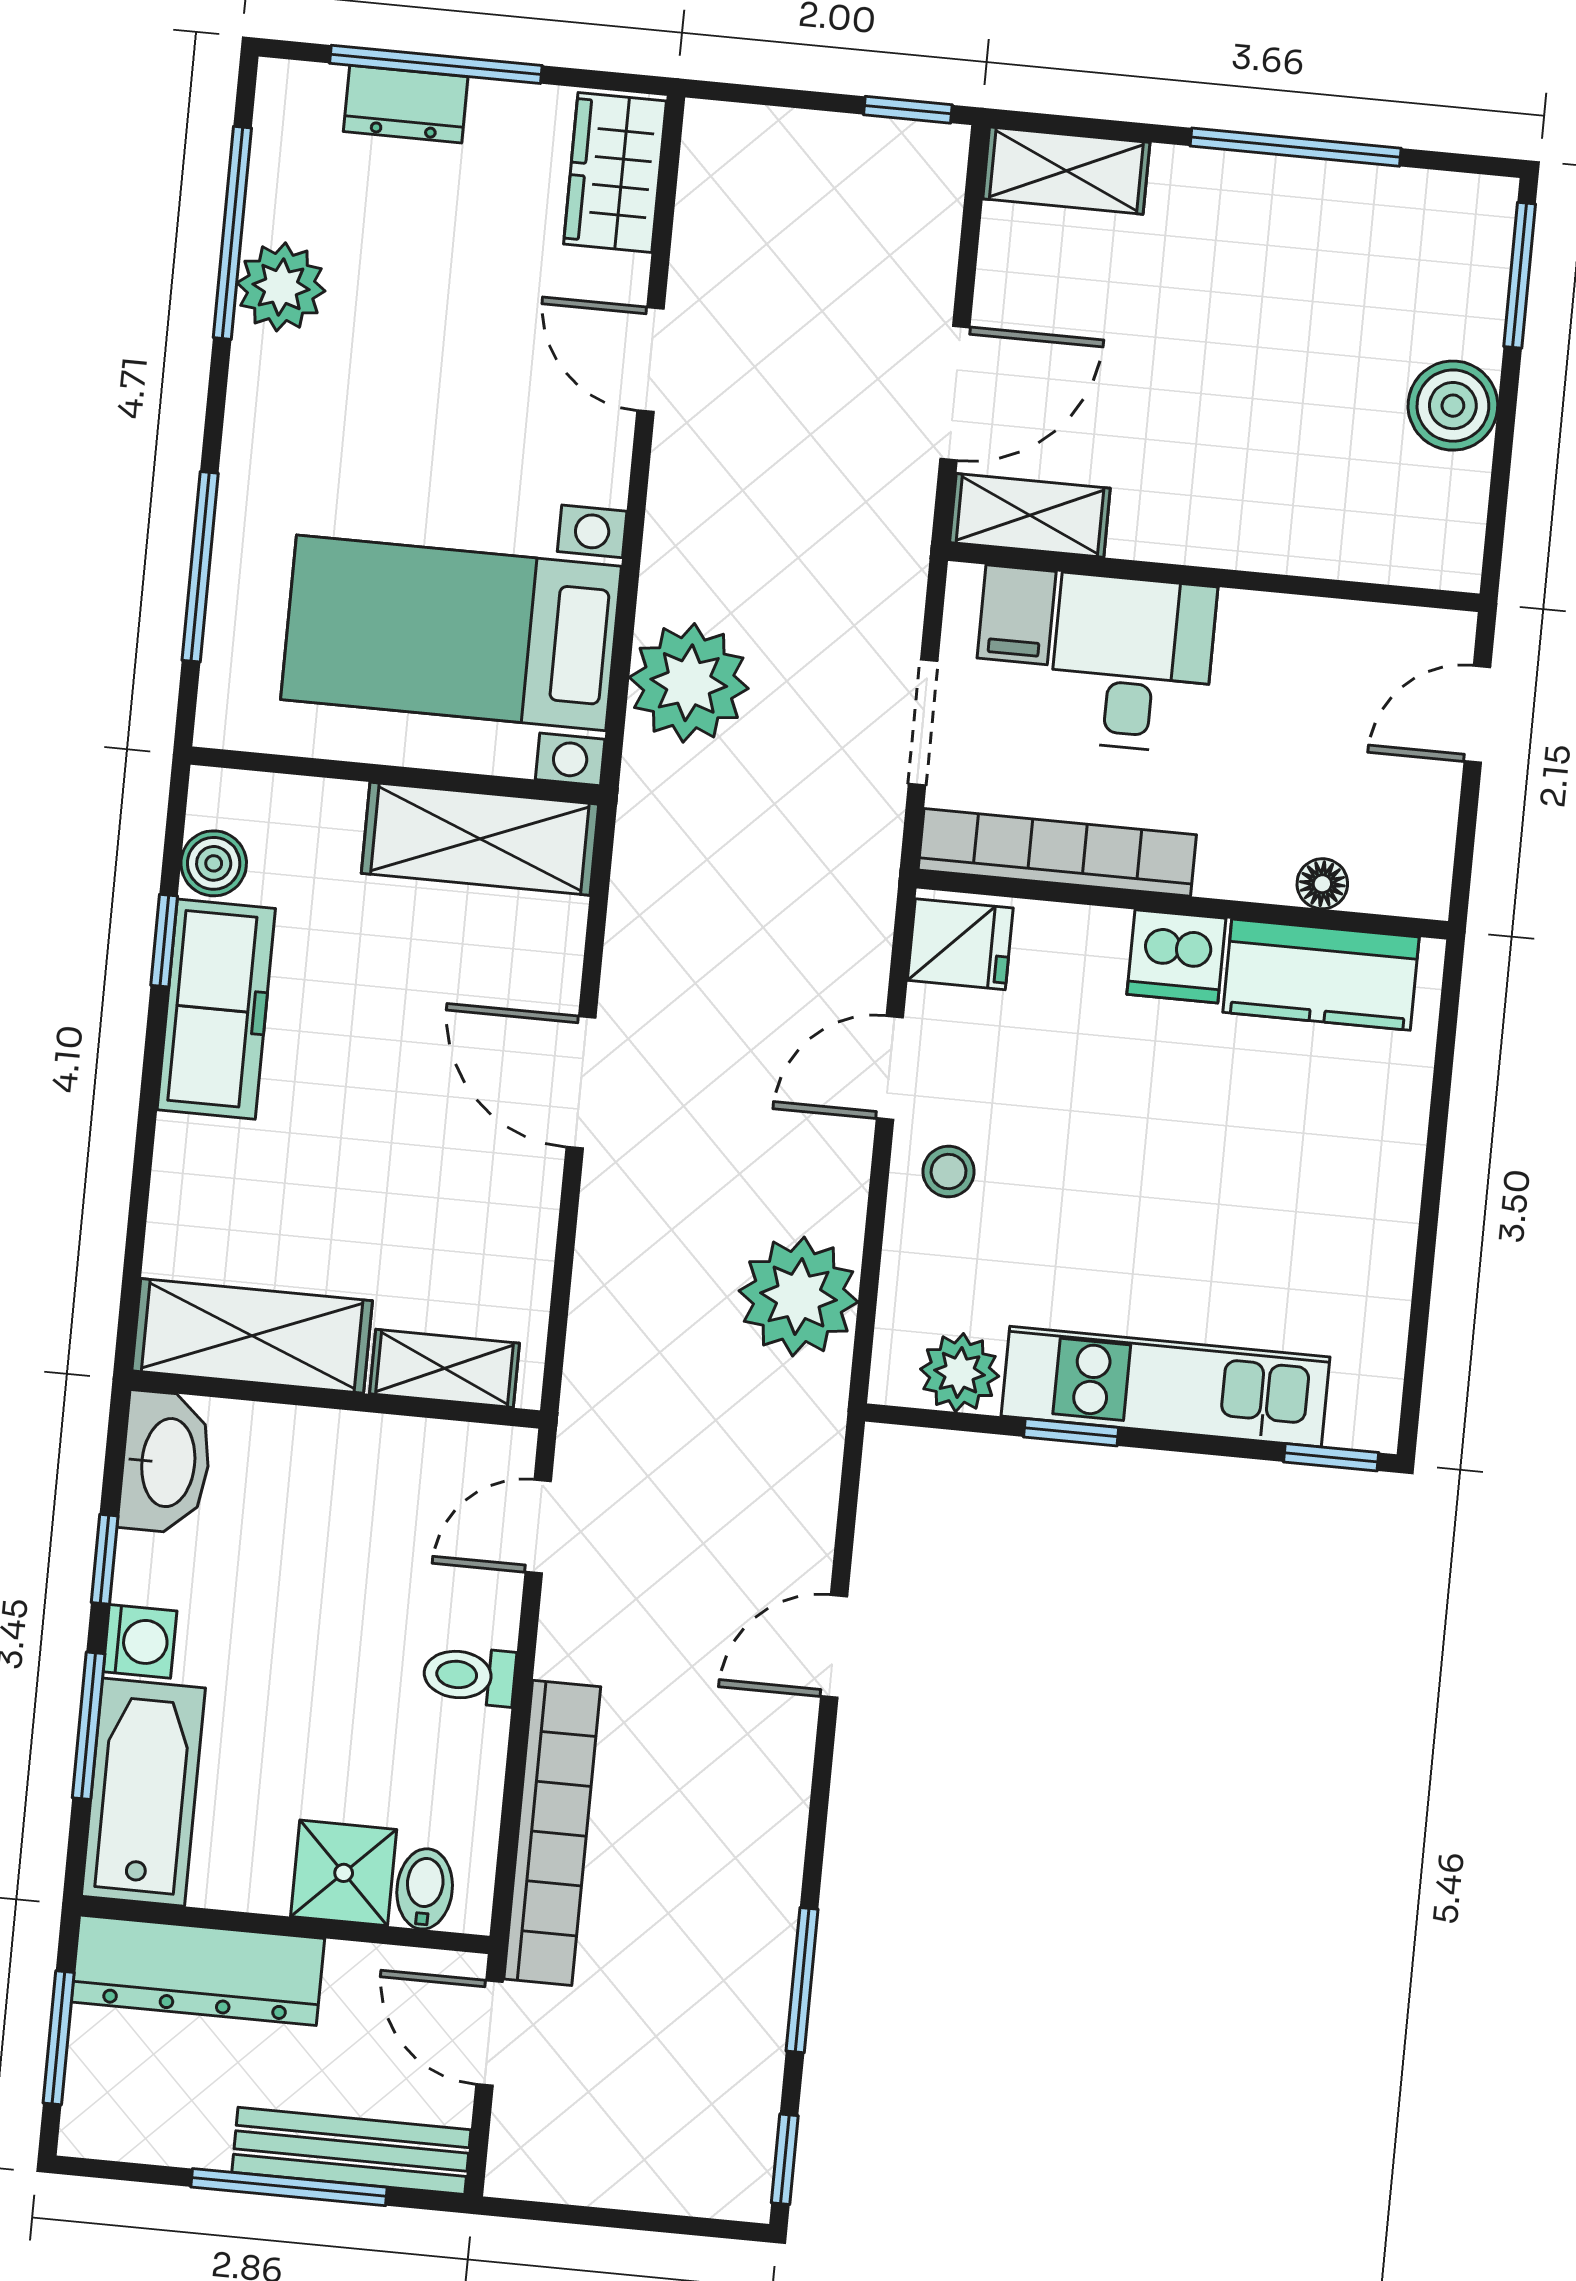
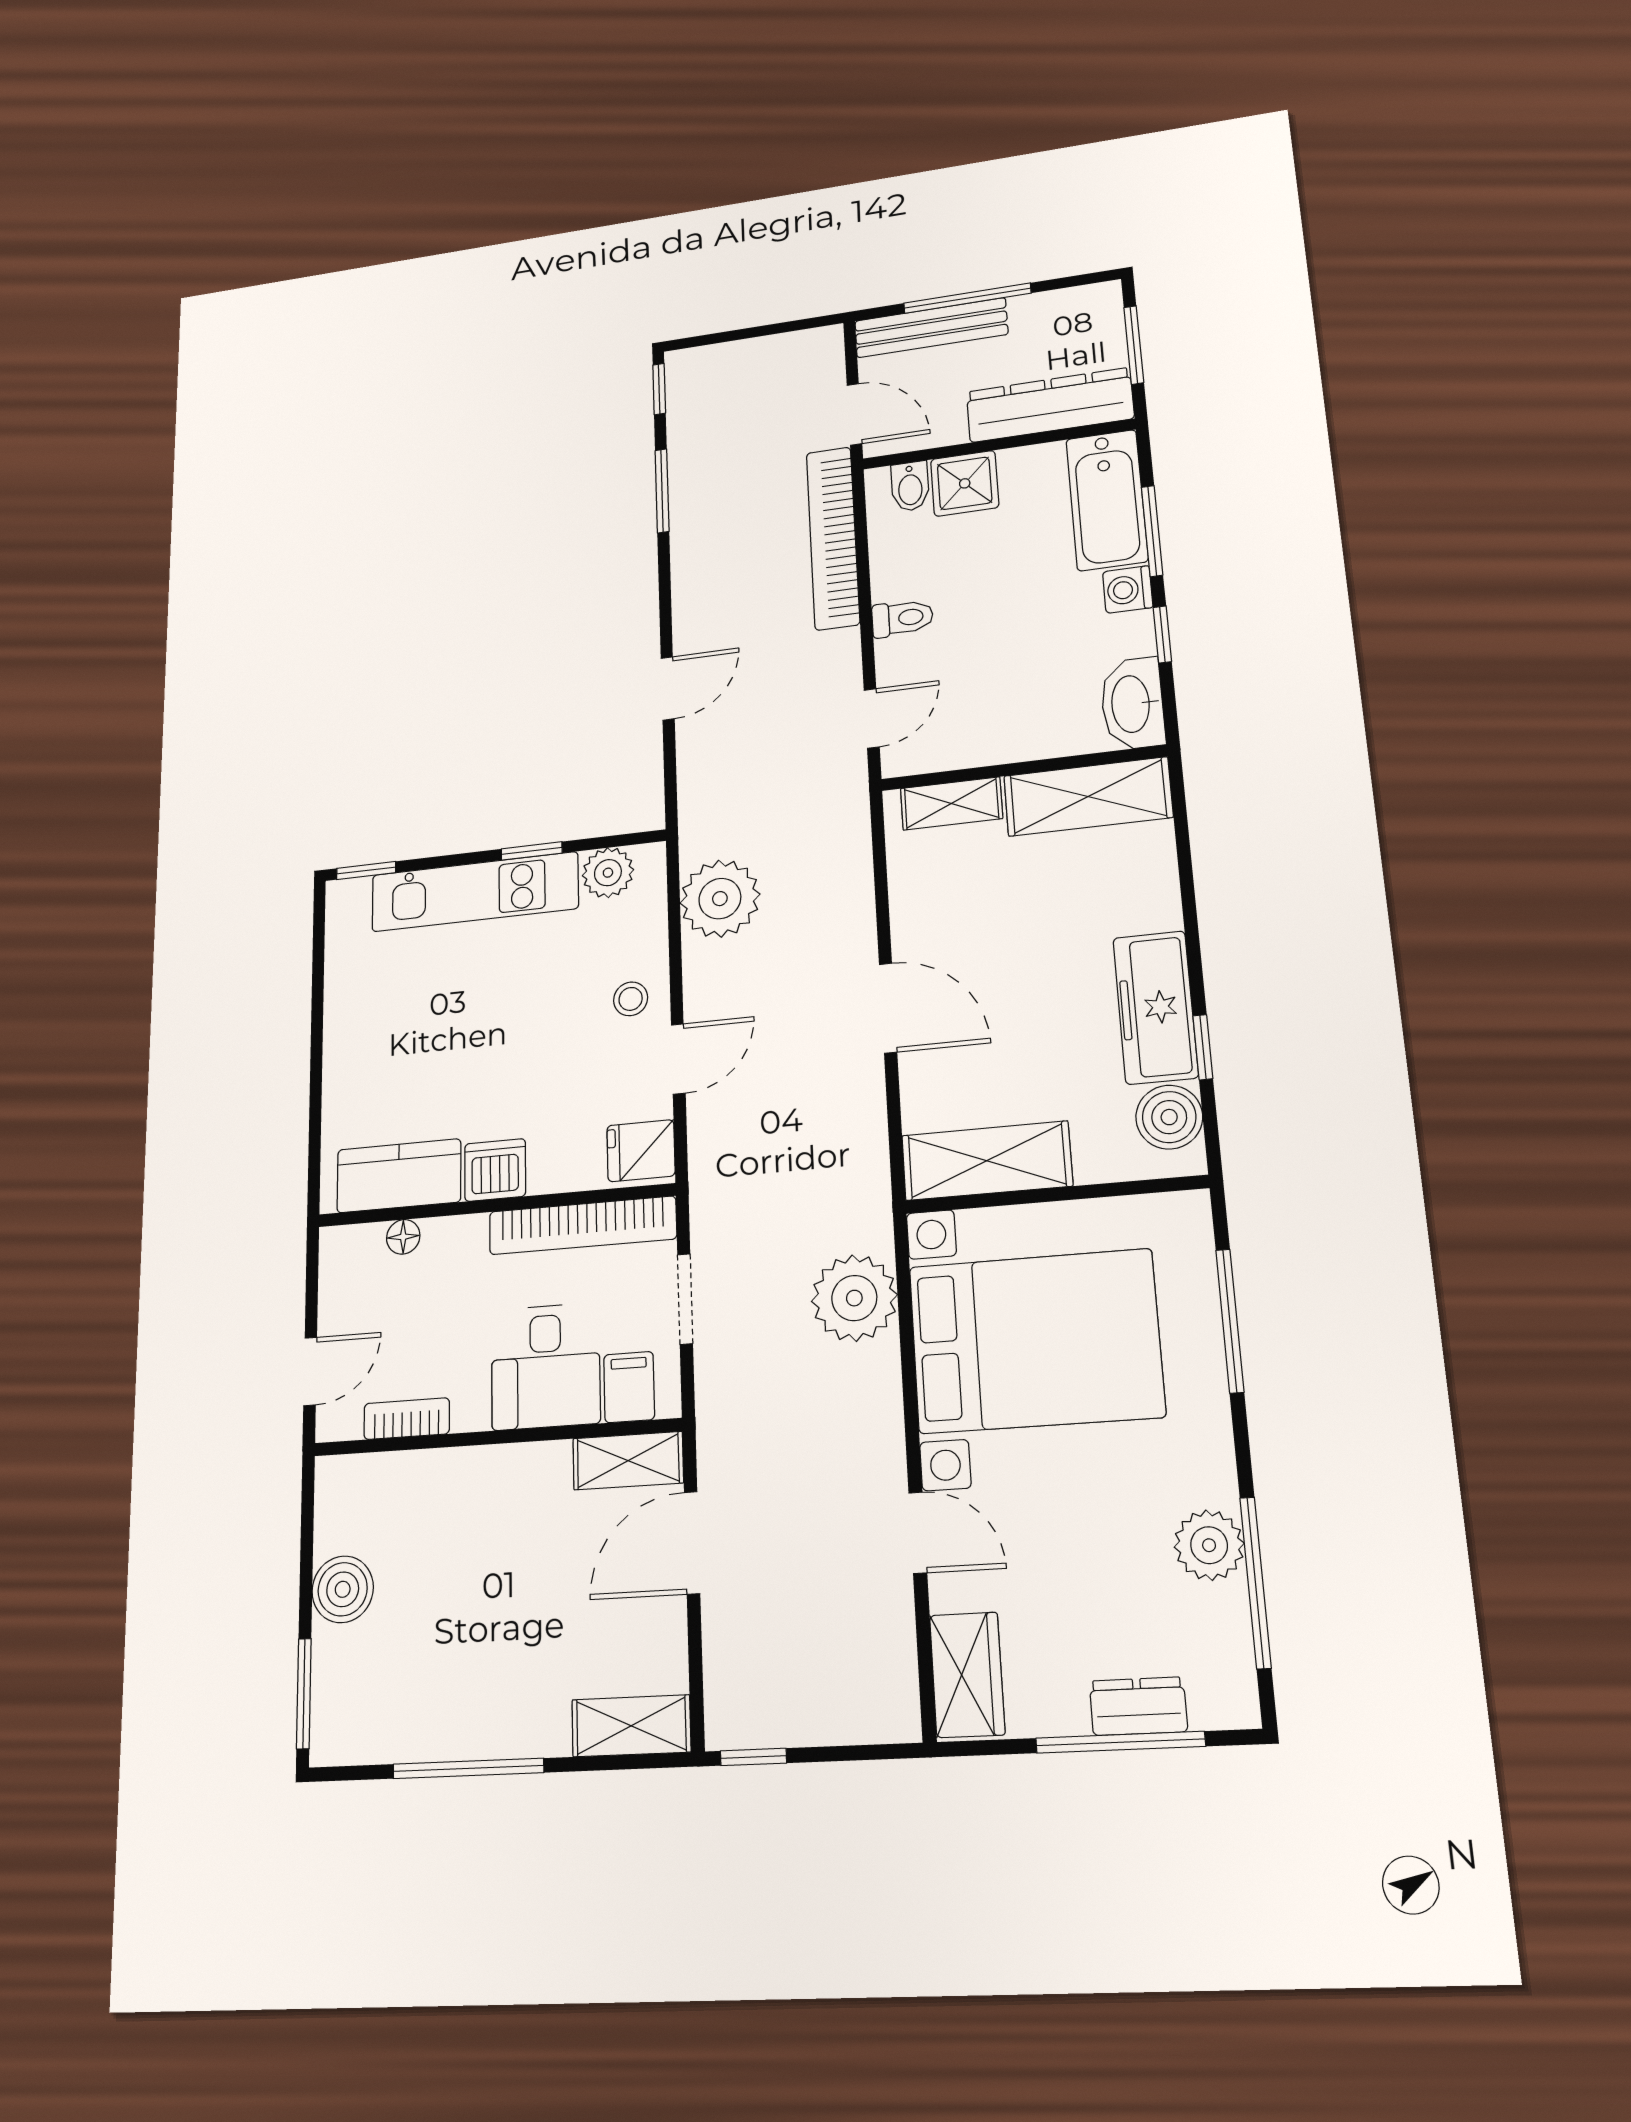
bookcase: (1340, 624) -> (407, 1419), added
bed with nightstands: (451, 633) -> (1035, 1341), width x1.36
boiler: (214, 863) -> (1169, 1117), width x1.36, depth x1.36

